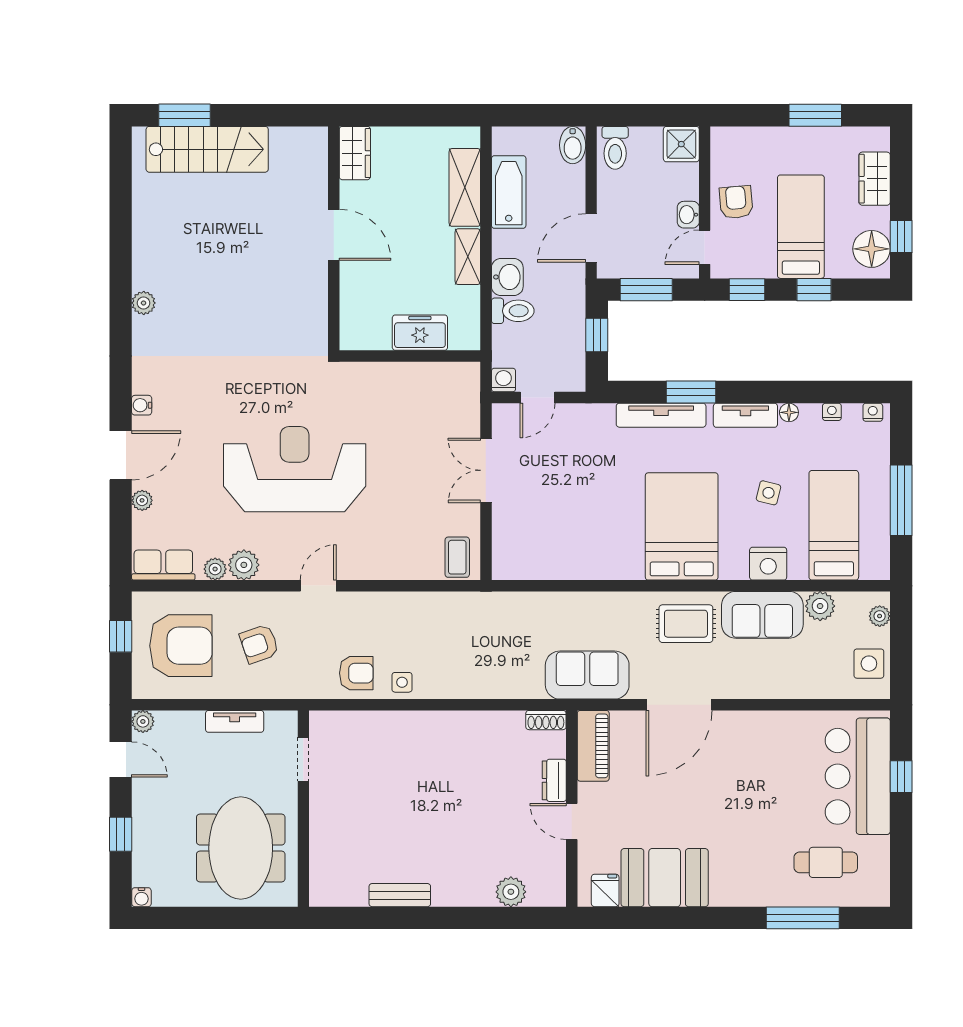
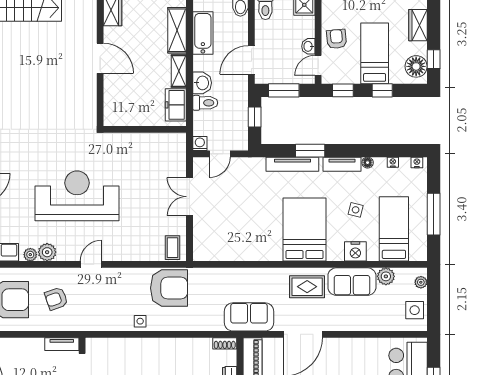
freezer: (420, 333) -> (176, 105), moved, turned -90
armchair: (356, 673) -> (169, 288), moved, width x1.88, depth x1.88
tv unit: (235, 721) -> (62, 344), moved

